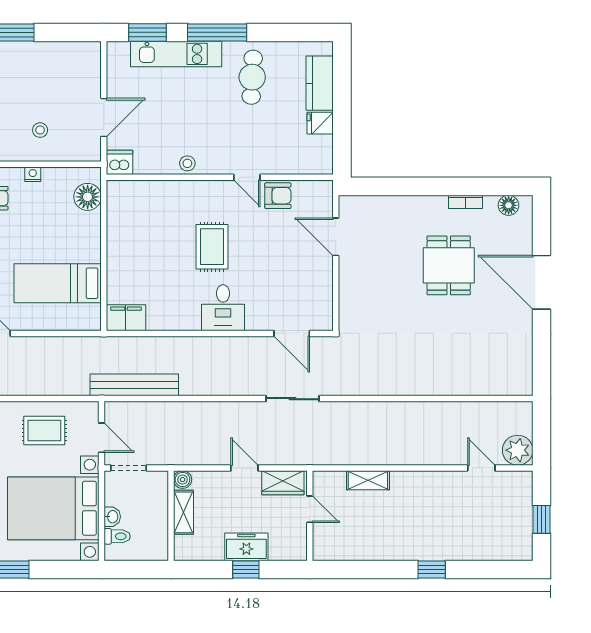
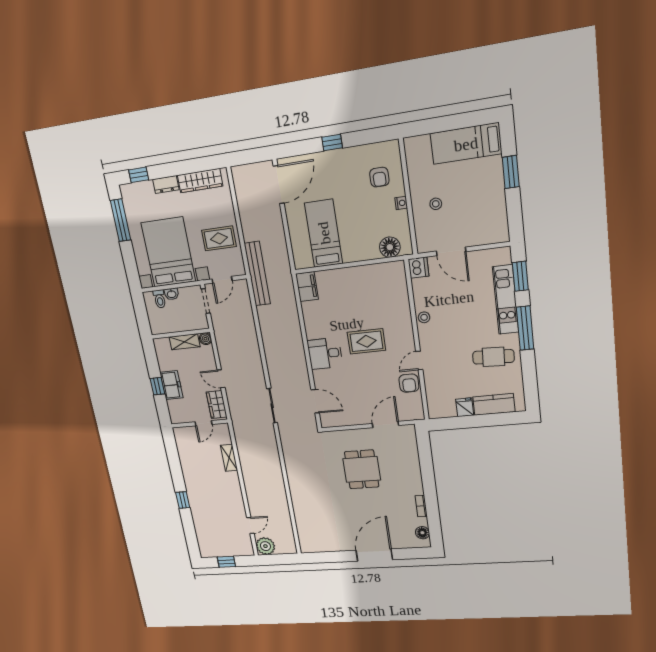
dining table: (449, 265) -> (362, 469), moved, turned 90
door: (292, 333) -> (315, 401), swing flipped
bench: (134, 385) -> (257, 274), moved
rug: (44, 431) -> (219, 238), turned 90
door: (244, 468) -> (221, 379), swing flipped

